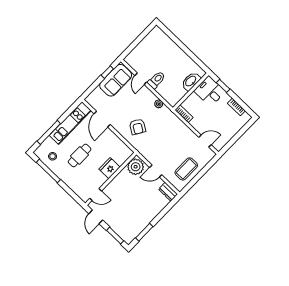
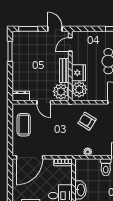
door: (205, 141) -> (30, 157), width x1.88
plant: (121, 155) -> (79, 89), added
door: (156, 171) -> (44, 102), swing flipped
bench: (118, 180) -> (64, 70), added

